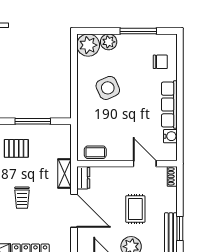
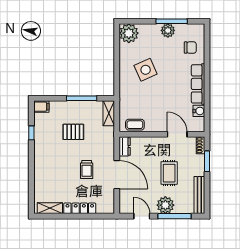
plant: (109, 42) -> (168, 30), moved
pallet: (16, 148) -> (73, 132), moved
shelving: (65, 174) -> (109, 113), moved
trolley: (22, 198) -> (87, 169), moved
window: (180, 229) -> (207, 161), moved

